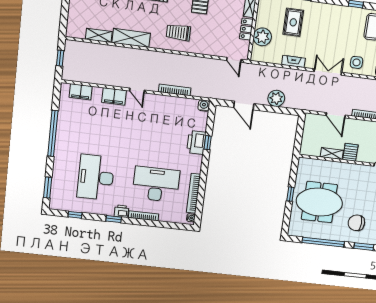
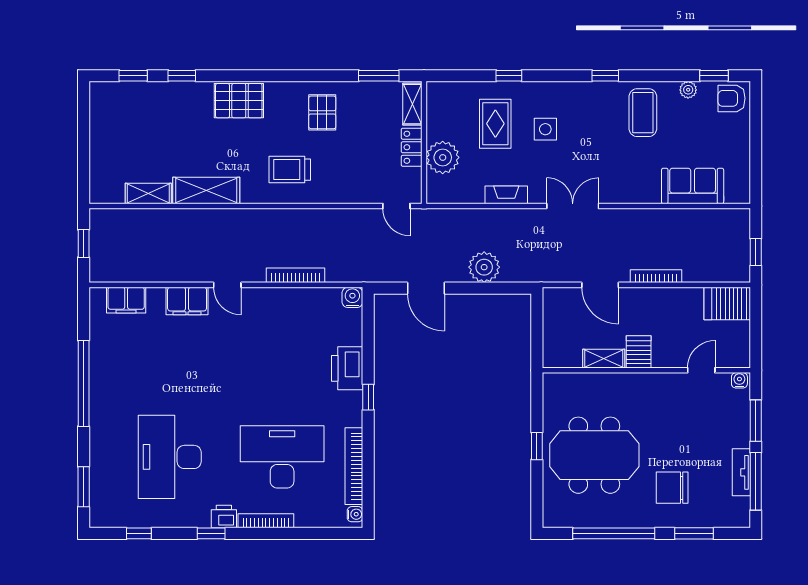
side table: (356, 62) -> (545, 129), moved
window: (208, 143) -> (368, 397), moved

